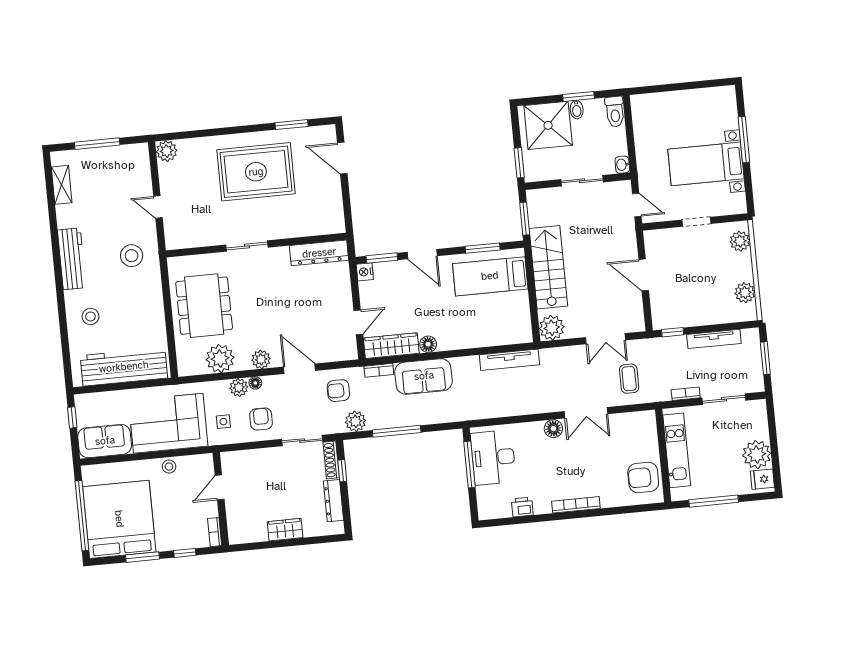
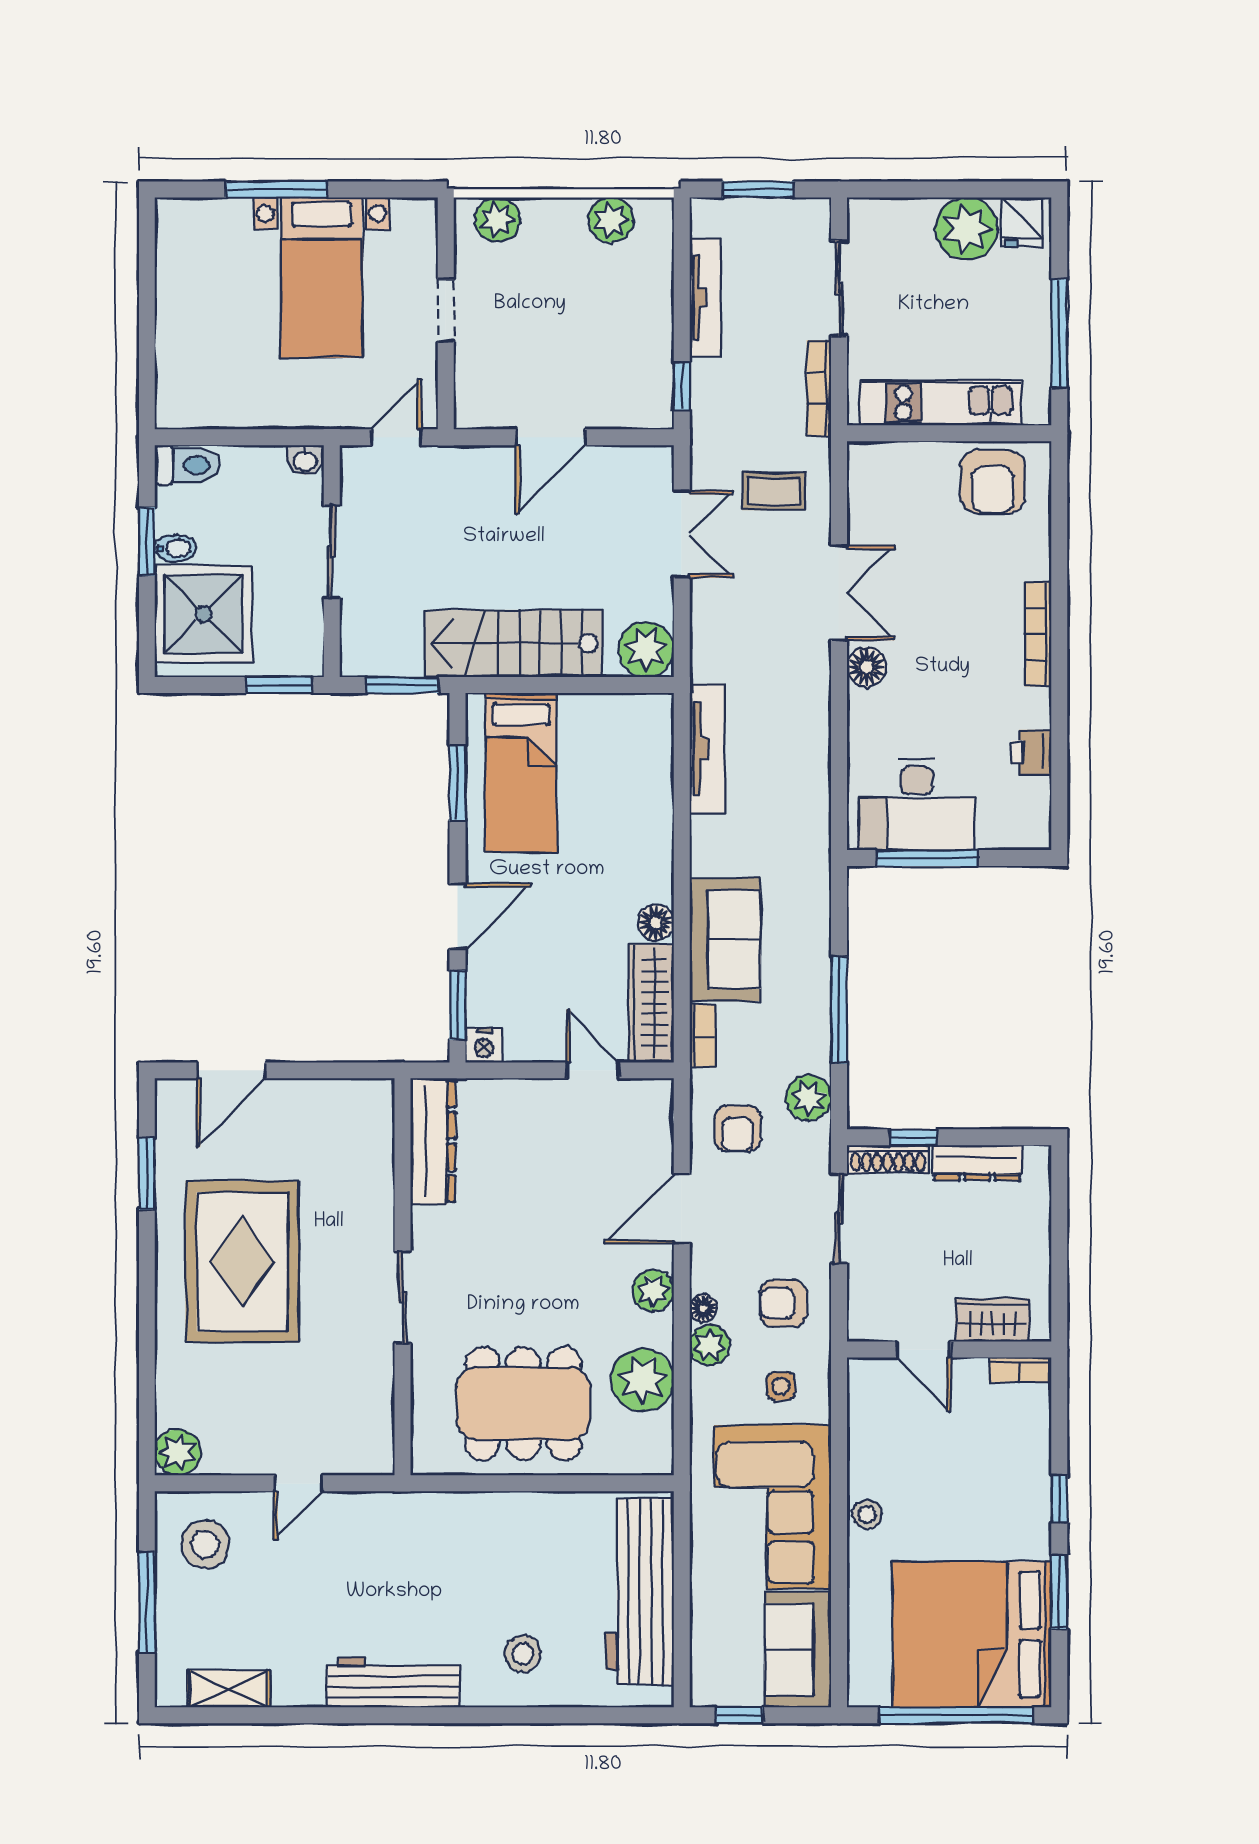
stool: (132, 256) -> (205, 1544), moved
bookcase: (686, 394) -> (819, 388), width x1.56
door: (220, 487) -> (924, 1350), moved
wall: (221, 499) -> (949, 1350), moved
wardrobe: (285, 530) -> (992, 1320), moved, turned 90
bookcase: (215, 532) -> (1020, 1370), moved

